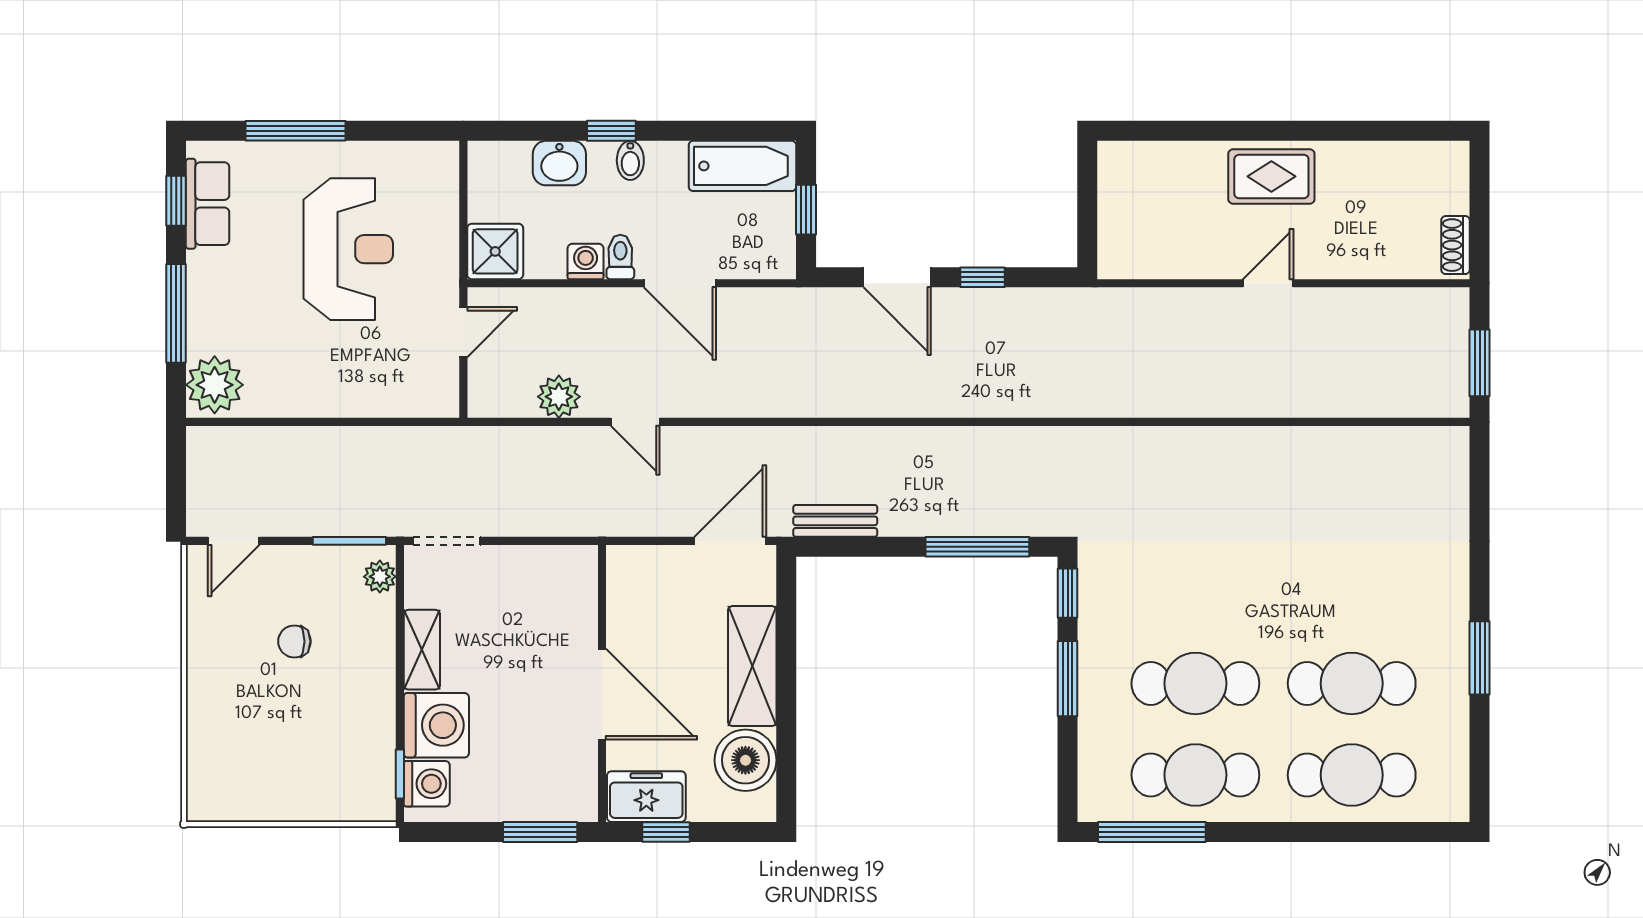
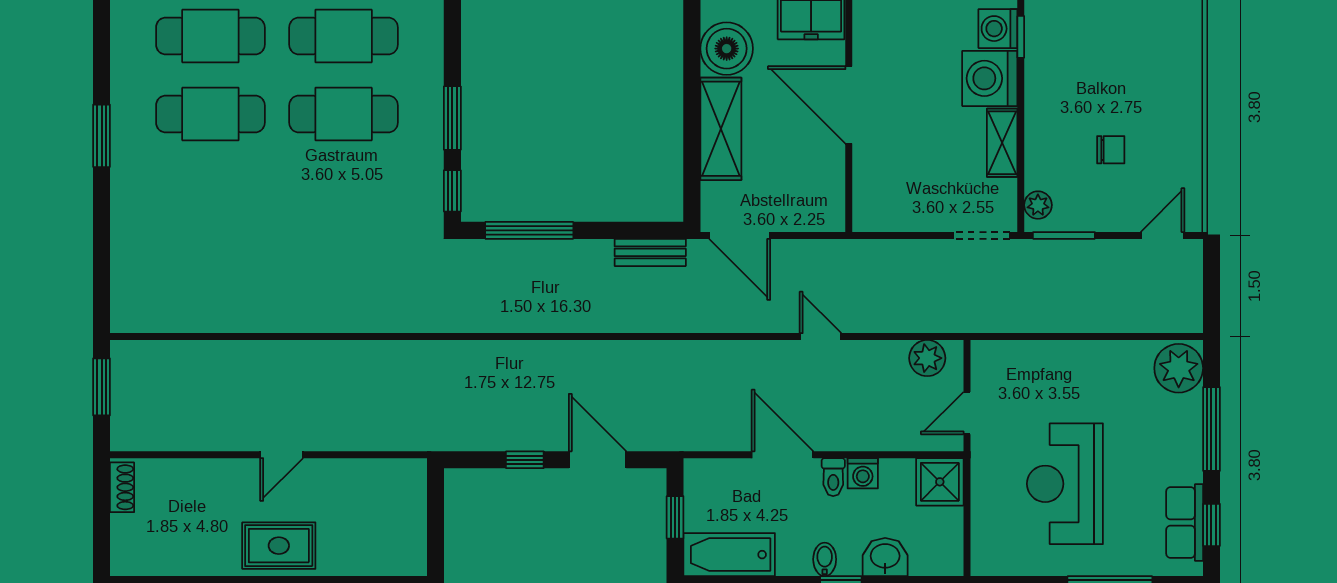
plant: (559, 397) -> (927, 358), moved
door: (730, 541) -> (740, 235), hinge flipped

